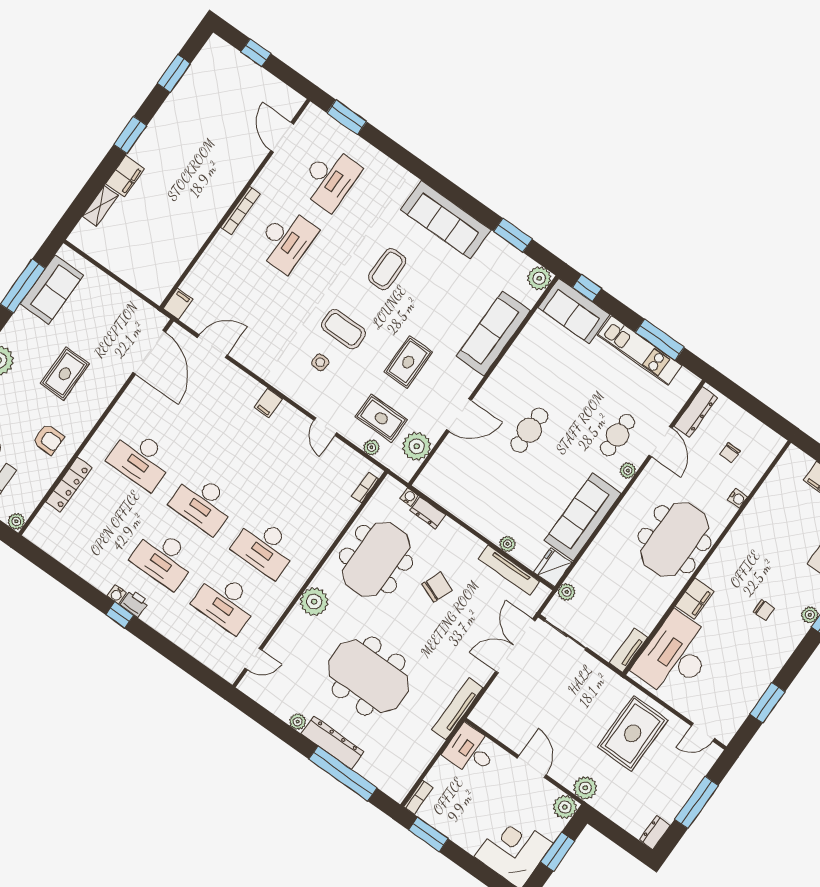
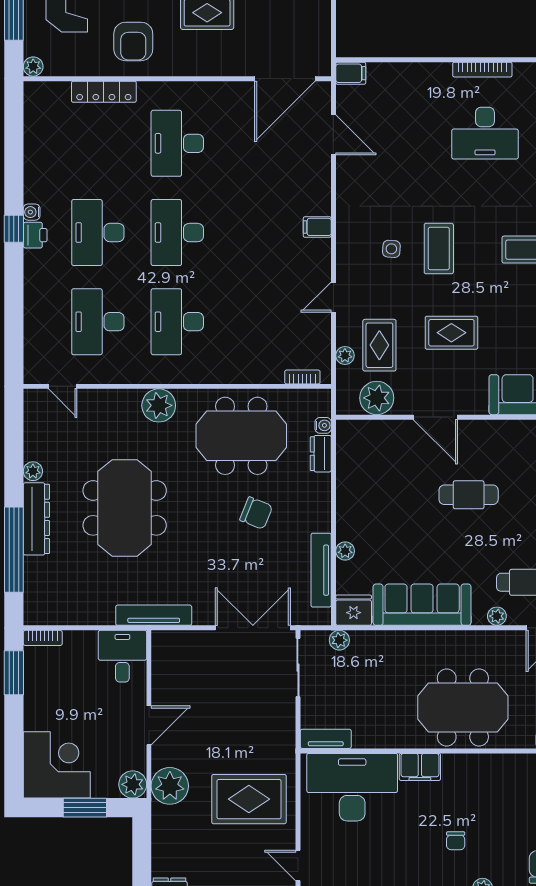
armchair: (48, 439) -> (133, 41), width x1.38, depth x1.38
plant: (585, 788) -> (170, 786), width x1.36, depth x1.36

